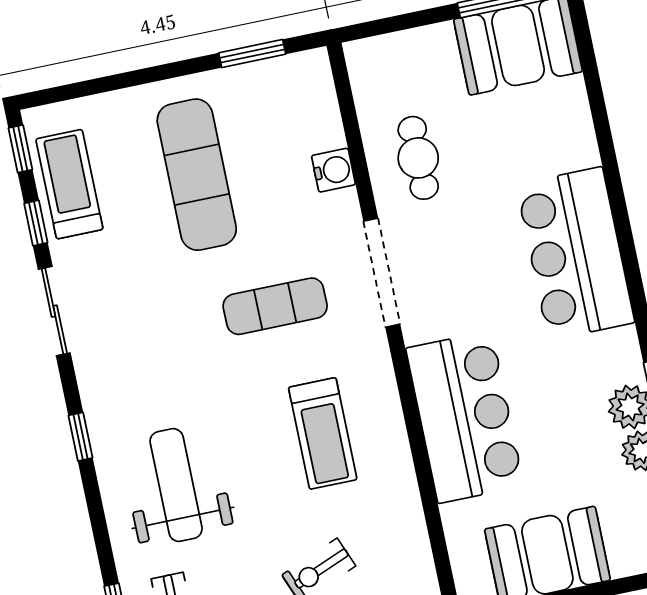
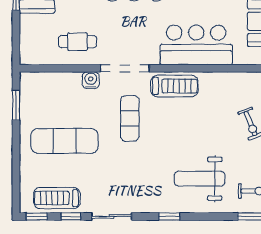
water cooler: (333, 170) -> (91, 80), moved
treadmill: (323, 433) -> (174, 86), moved

